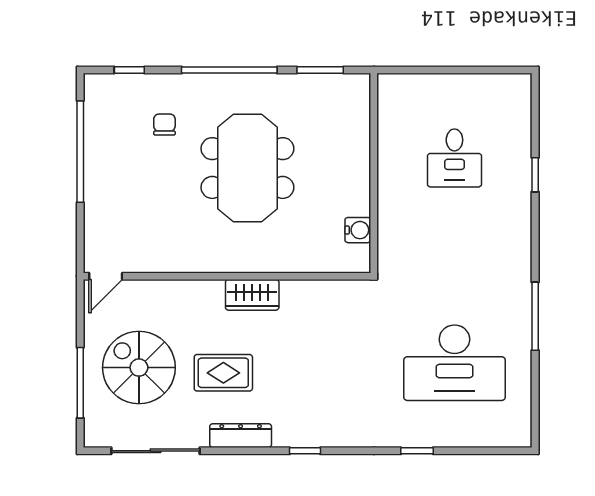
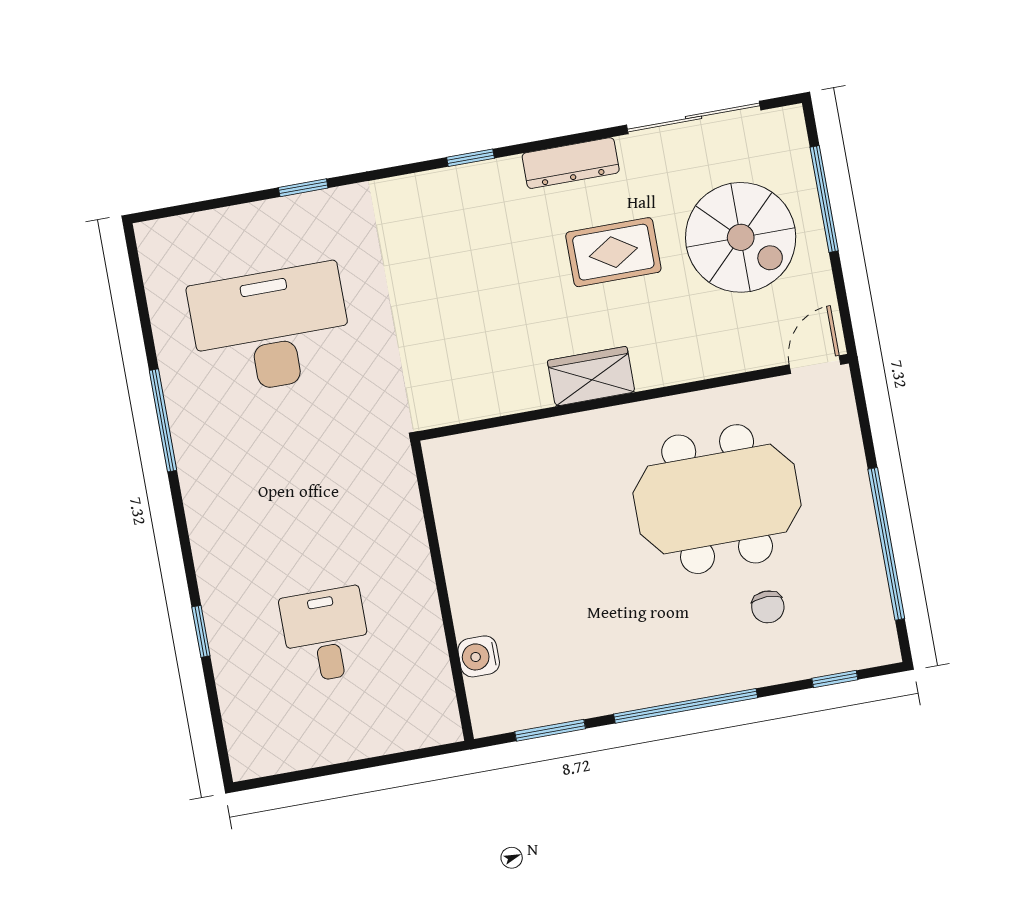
meeting table: (247, 168) -> (717, 499), moved, turned 90
water cooler: (358, 230) -> (479, 656), moved

